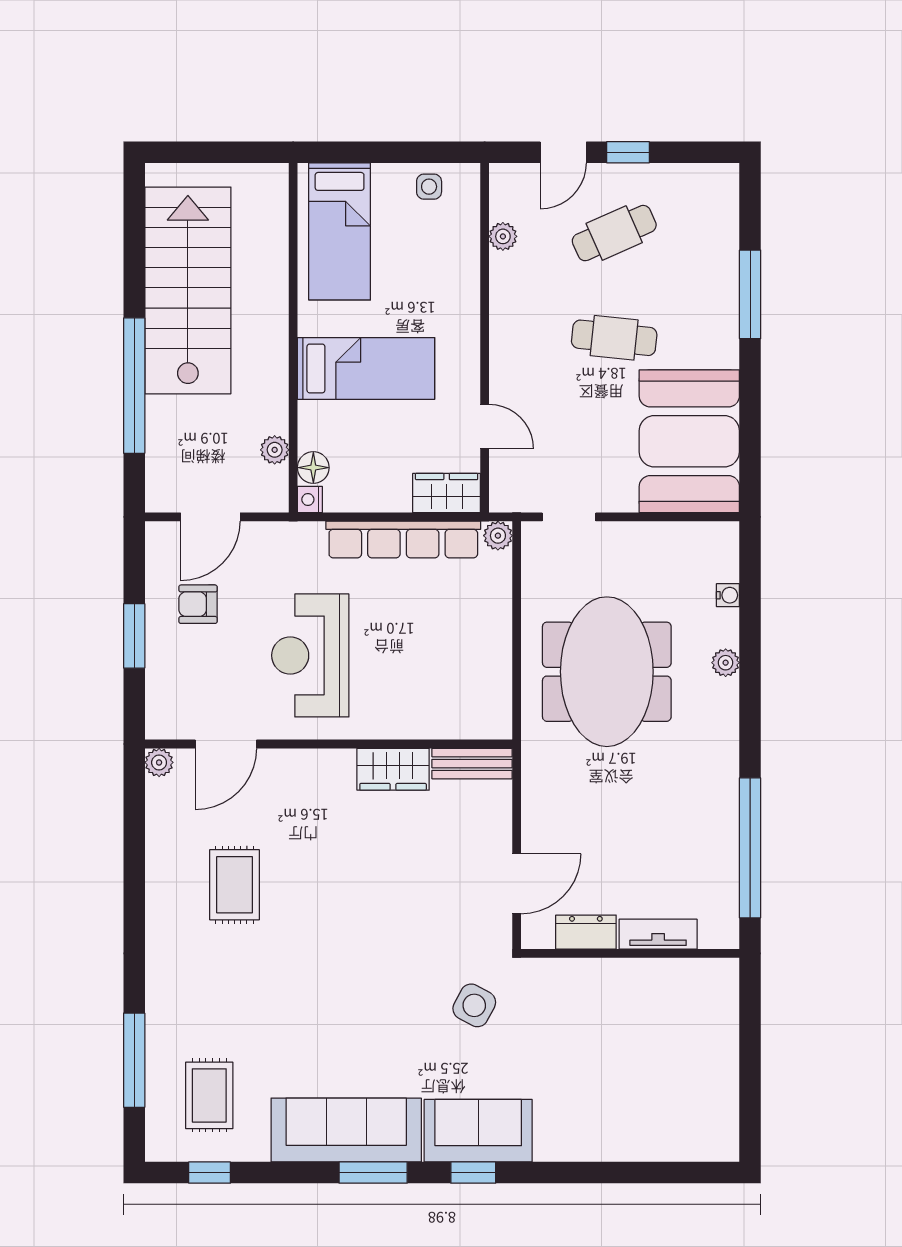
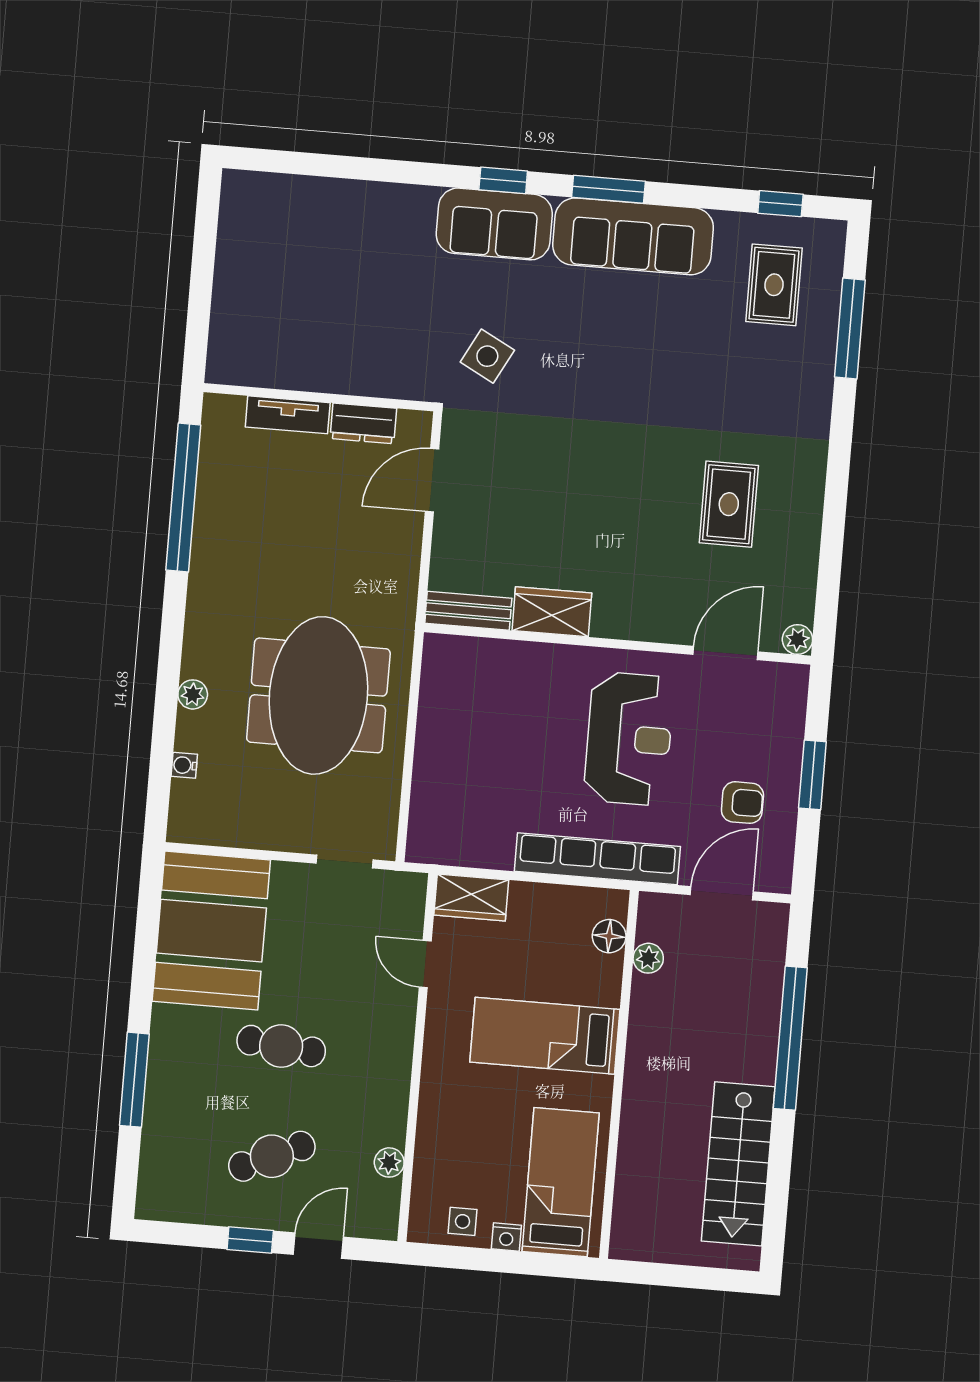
stairs: (188, 290) -> (738, 1164), width x0.73, depth x0.66
nightstand: (310, 499) -> (506, 1237), moved, turned 90
plant: (498, 536) -> (421, 848), removed
row of seats: (403, 540) -> (597, 859), moved

